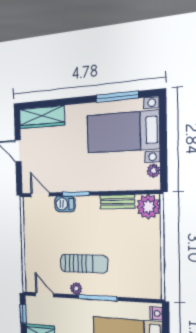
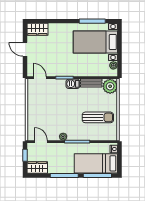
wardrobe: (42, 117) -> (37, 29), width x0.67
barbecue: (65, 204) -> (73, 84), moved
sun lounger: (84, 264) -> (98, 117), moved

